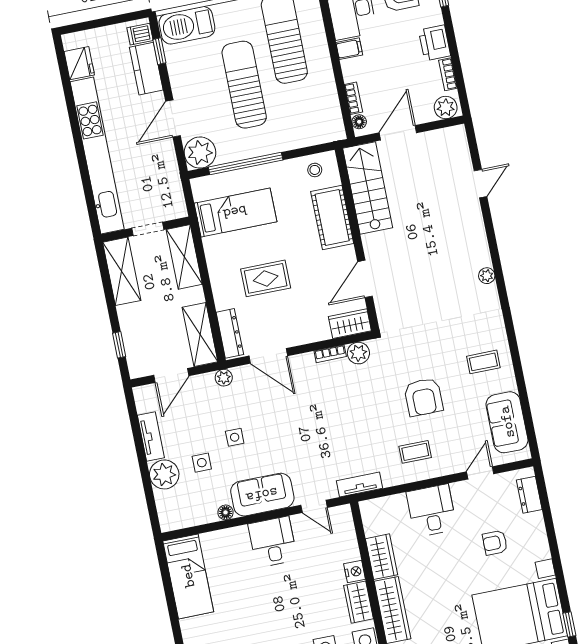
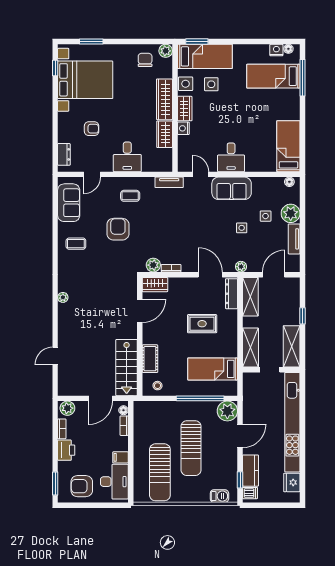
barbecue: (187, 25) -> (219, 496), width x0.53, depth x0.65
cot: (332, 217) -> (150, 359), width x0.73, depth x0.75
window: (119, 345) -> (303, 316), moved
floor lamp: (225, 512) -> (289, 182), moved

